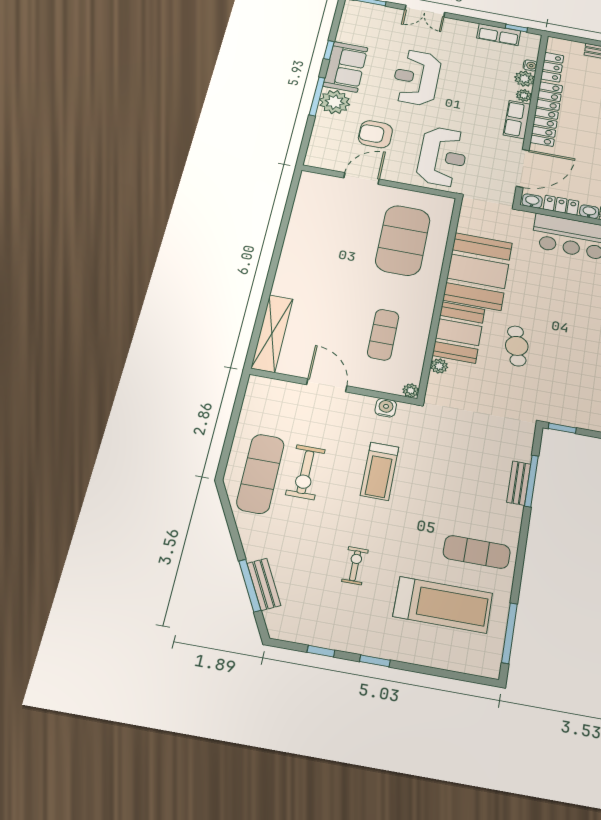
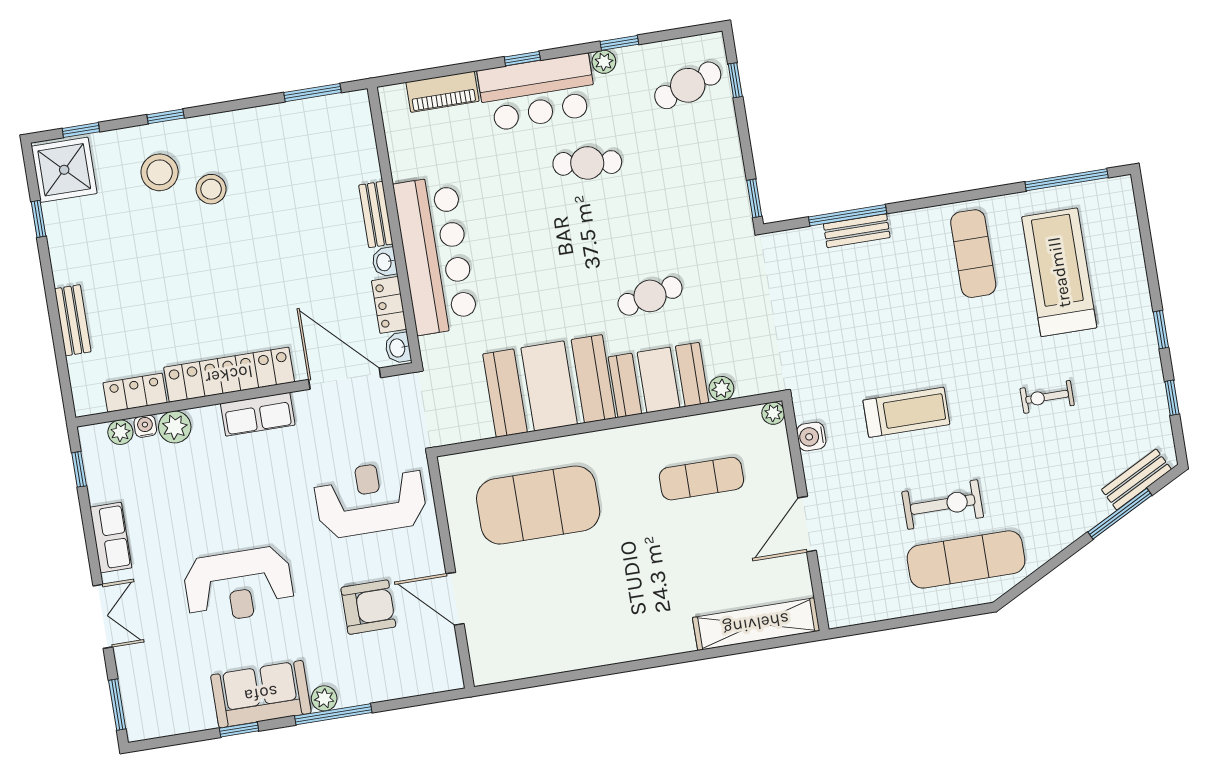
row of seats: (499, 35) -> (111, 538), moved
plant: (524, 95) -> (120, 432), moved
plant: (335, 102) -> (324, 698), width x0.53, depth x0.53
armchair: (375, 134) -> (368, 607), turned -90
bench: (264, 584) -> (1136, 479), moved

